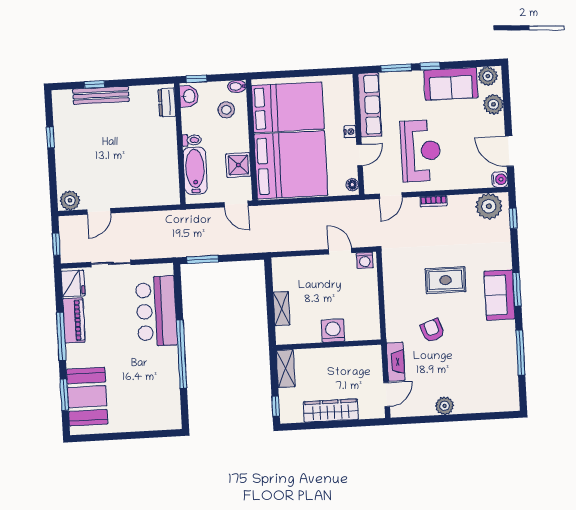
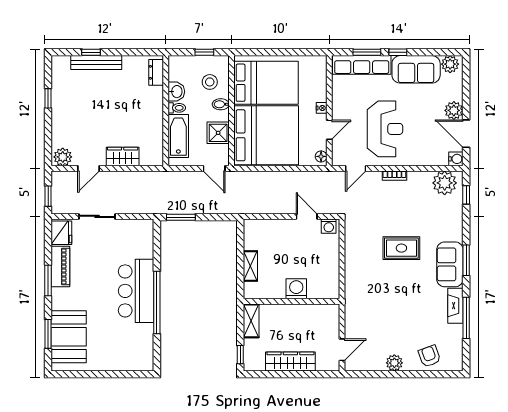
window: (196, 79) -> (204, 52), moved
bidet: (237, 86) -> (221, 104), moved
washbasin: (189, 96) -> (176, 92), moved
plant: (493, 104) -> (454, 110), moved
row of seats: (370, 105) -> (362, 65), moved, turned 90
wardrobe: (135, 196) -> (123, 157), added
bar counter: (156, 311) -> (136, 291), moved
armchair: (432, 330) -> (429, 356), moved
window: (61, 336) -> (48, 281), width x0.69
fireplace: (396, 362) -> (455, 306), moved, turned 180

